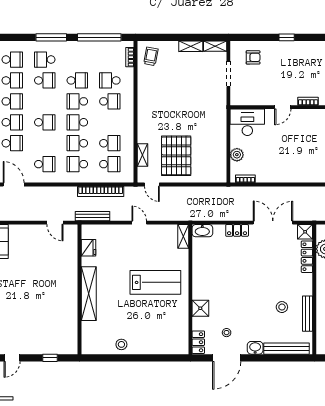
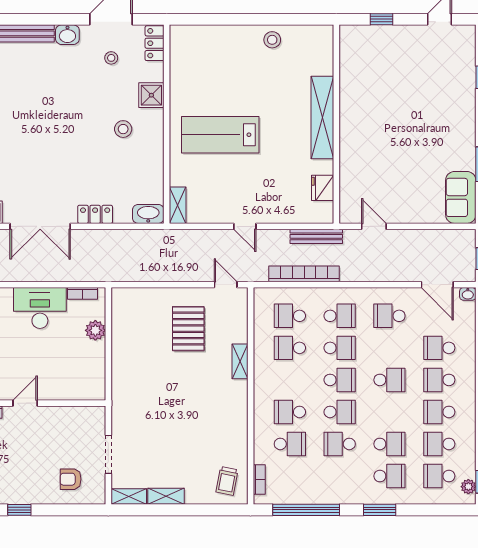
window: (51, 37) -> (380, 510), width x0.69
school desk: (45, 80) -> (389, 444), turned 180
school desk: (45, 122) -> (389, 380), turned 180
desk: (247, 122) -> (40, 308), moved, turned 180
shelving: (142, 155) -> (240, 361), moved
pallet: (176, 156) -> (188, 329), width x0.73, depth x0.71
stool: (282, 307) -> (123, 129), moved

